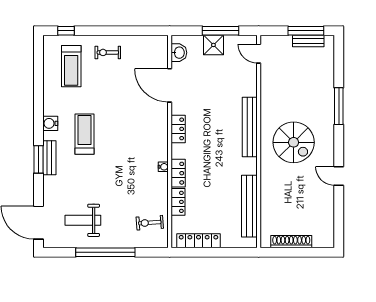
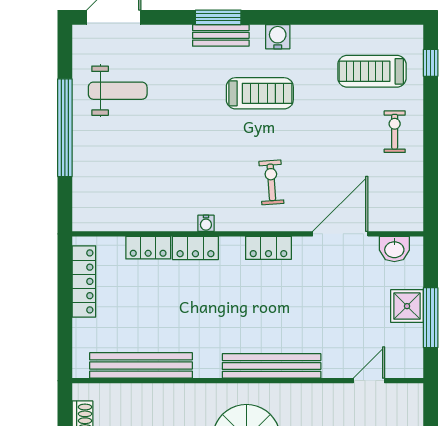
door: (259, 54) -> (369, 381), moved
weight bench: (83, 220) -> (118, 91), turned 90
exercise bike: (150, 223) -> (271, 182), moved

